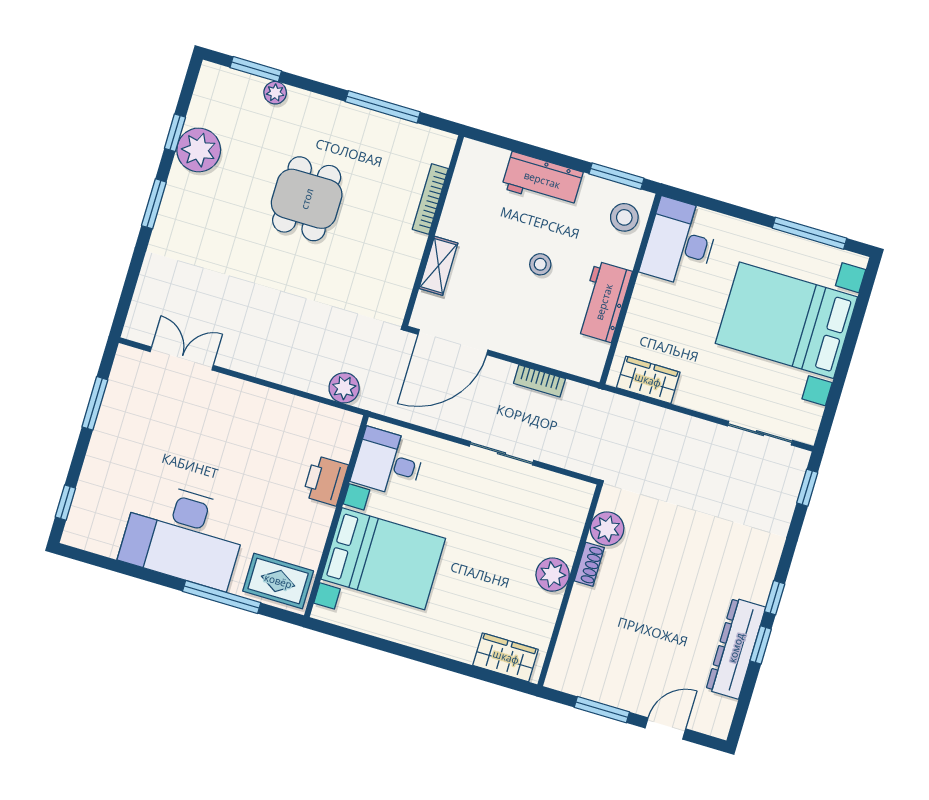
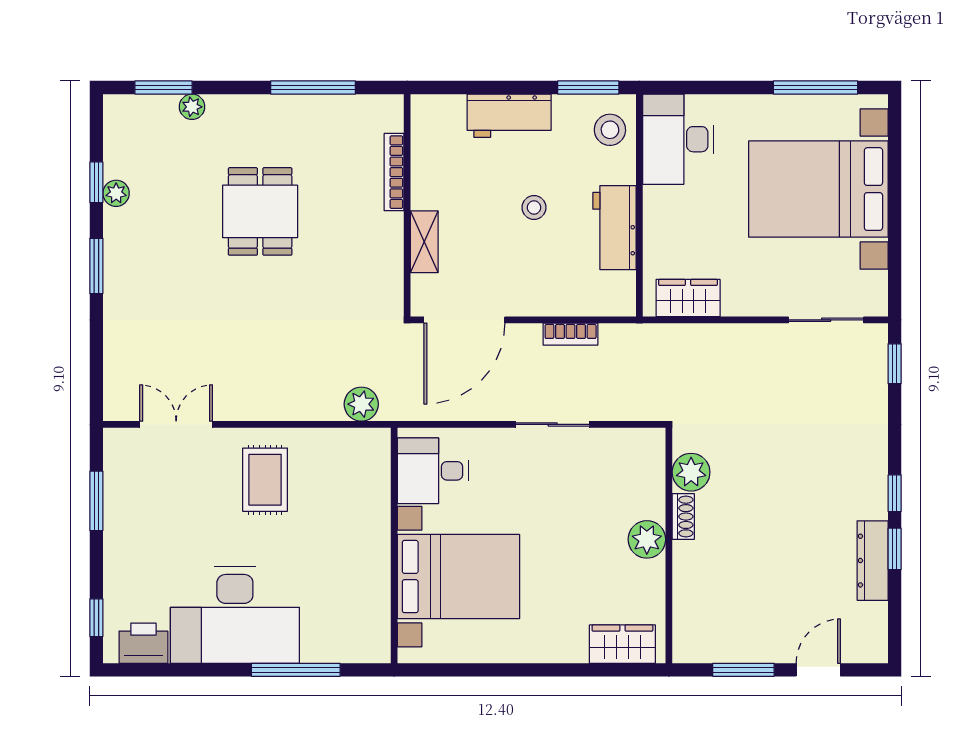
plant: (199, 150) -> (116, 193), width x0.53, depth x0.53
printer: (325, 481) -> (143, 643), moved, turned 90
rug: (278, 581) -> (265, 480), moved, turned 90
dresser: (736, 648) -> (873, 561), width x0.73, depth x0.80

